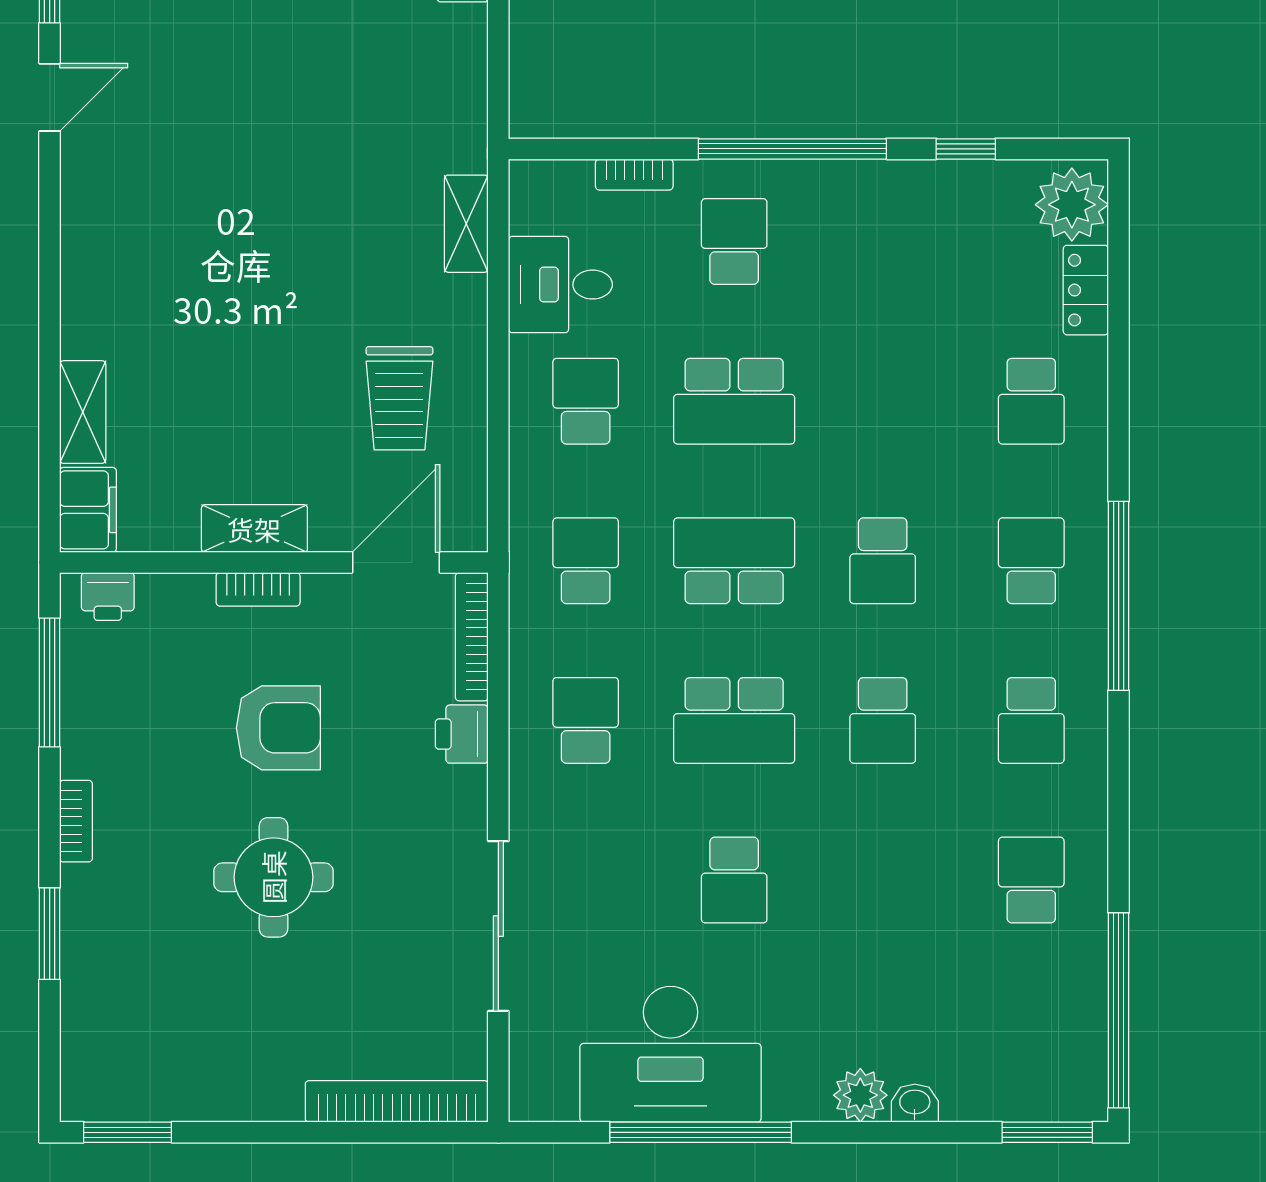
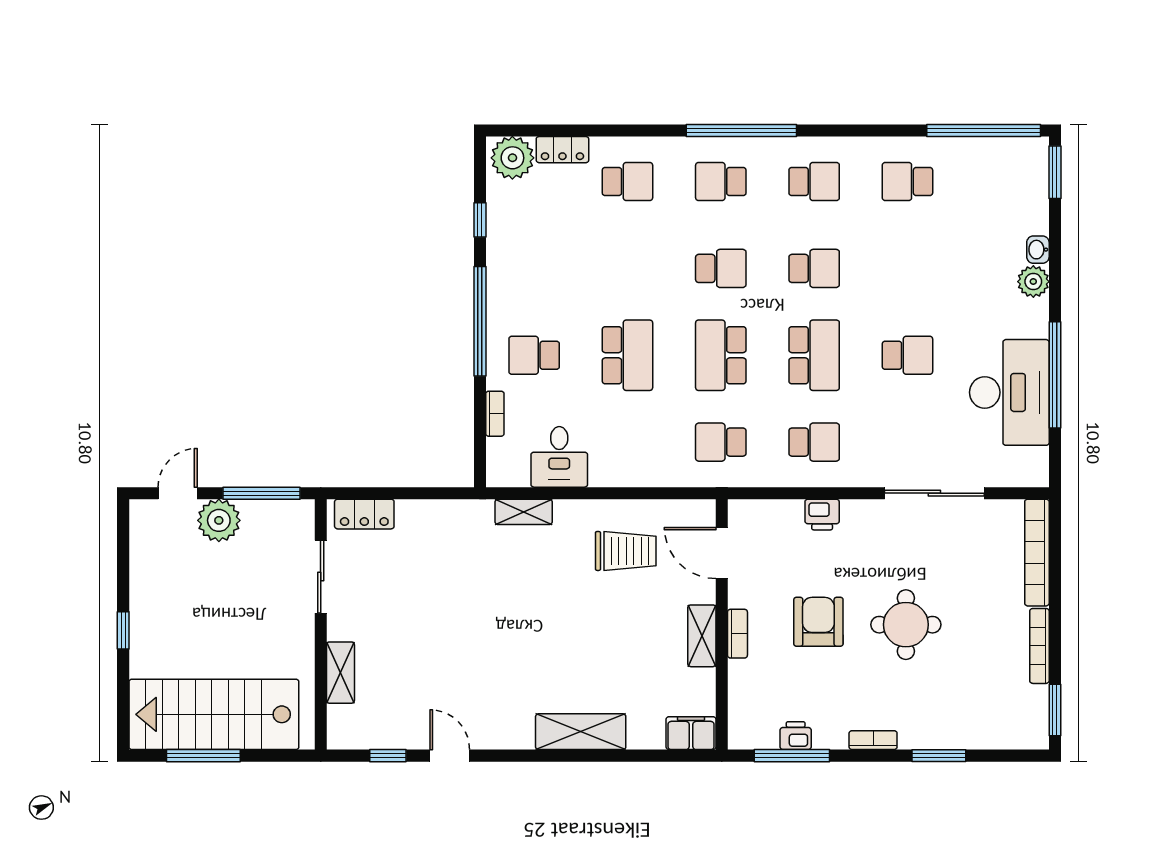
school desk: (586, 401) -> (627, 442), removed
shelving: (83, 412) -> (581, 732), moved, width x1.50, depth x1.33
printer: (108, 597) -> (796, 736), moved, turned -90
bookcase: (472, 637) -> (1039, 646), moved, turned 90
school desk: (586, 720) -> (814, 442), turned 180

